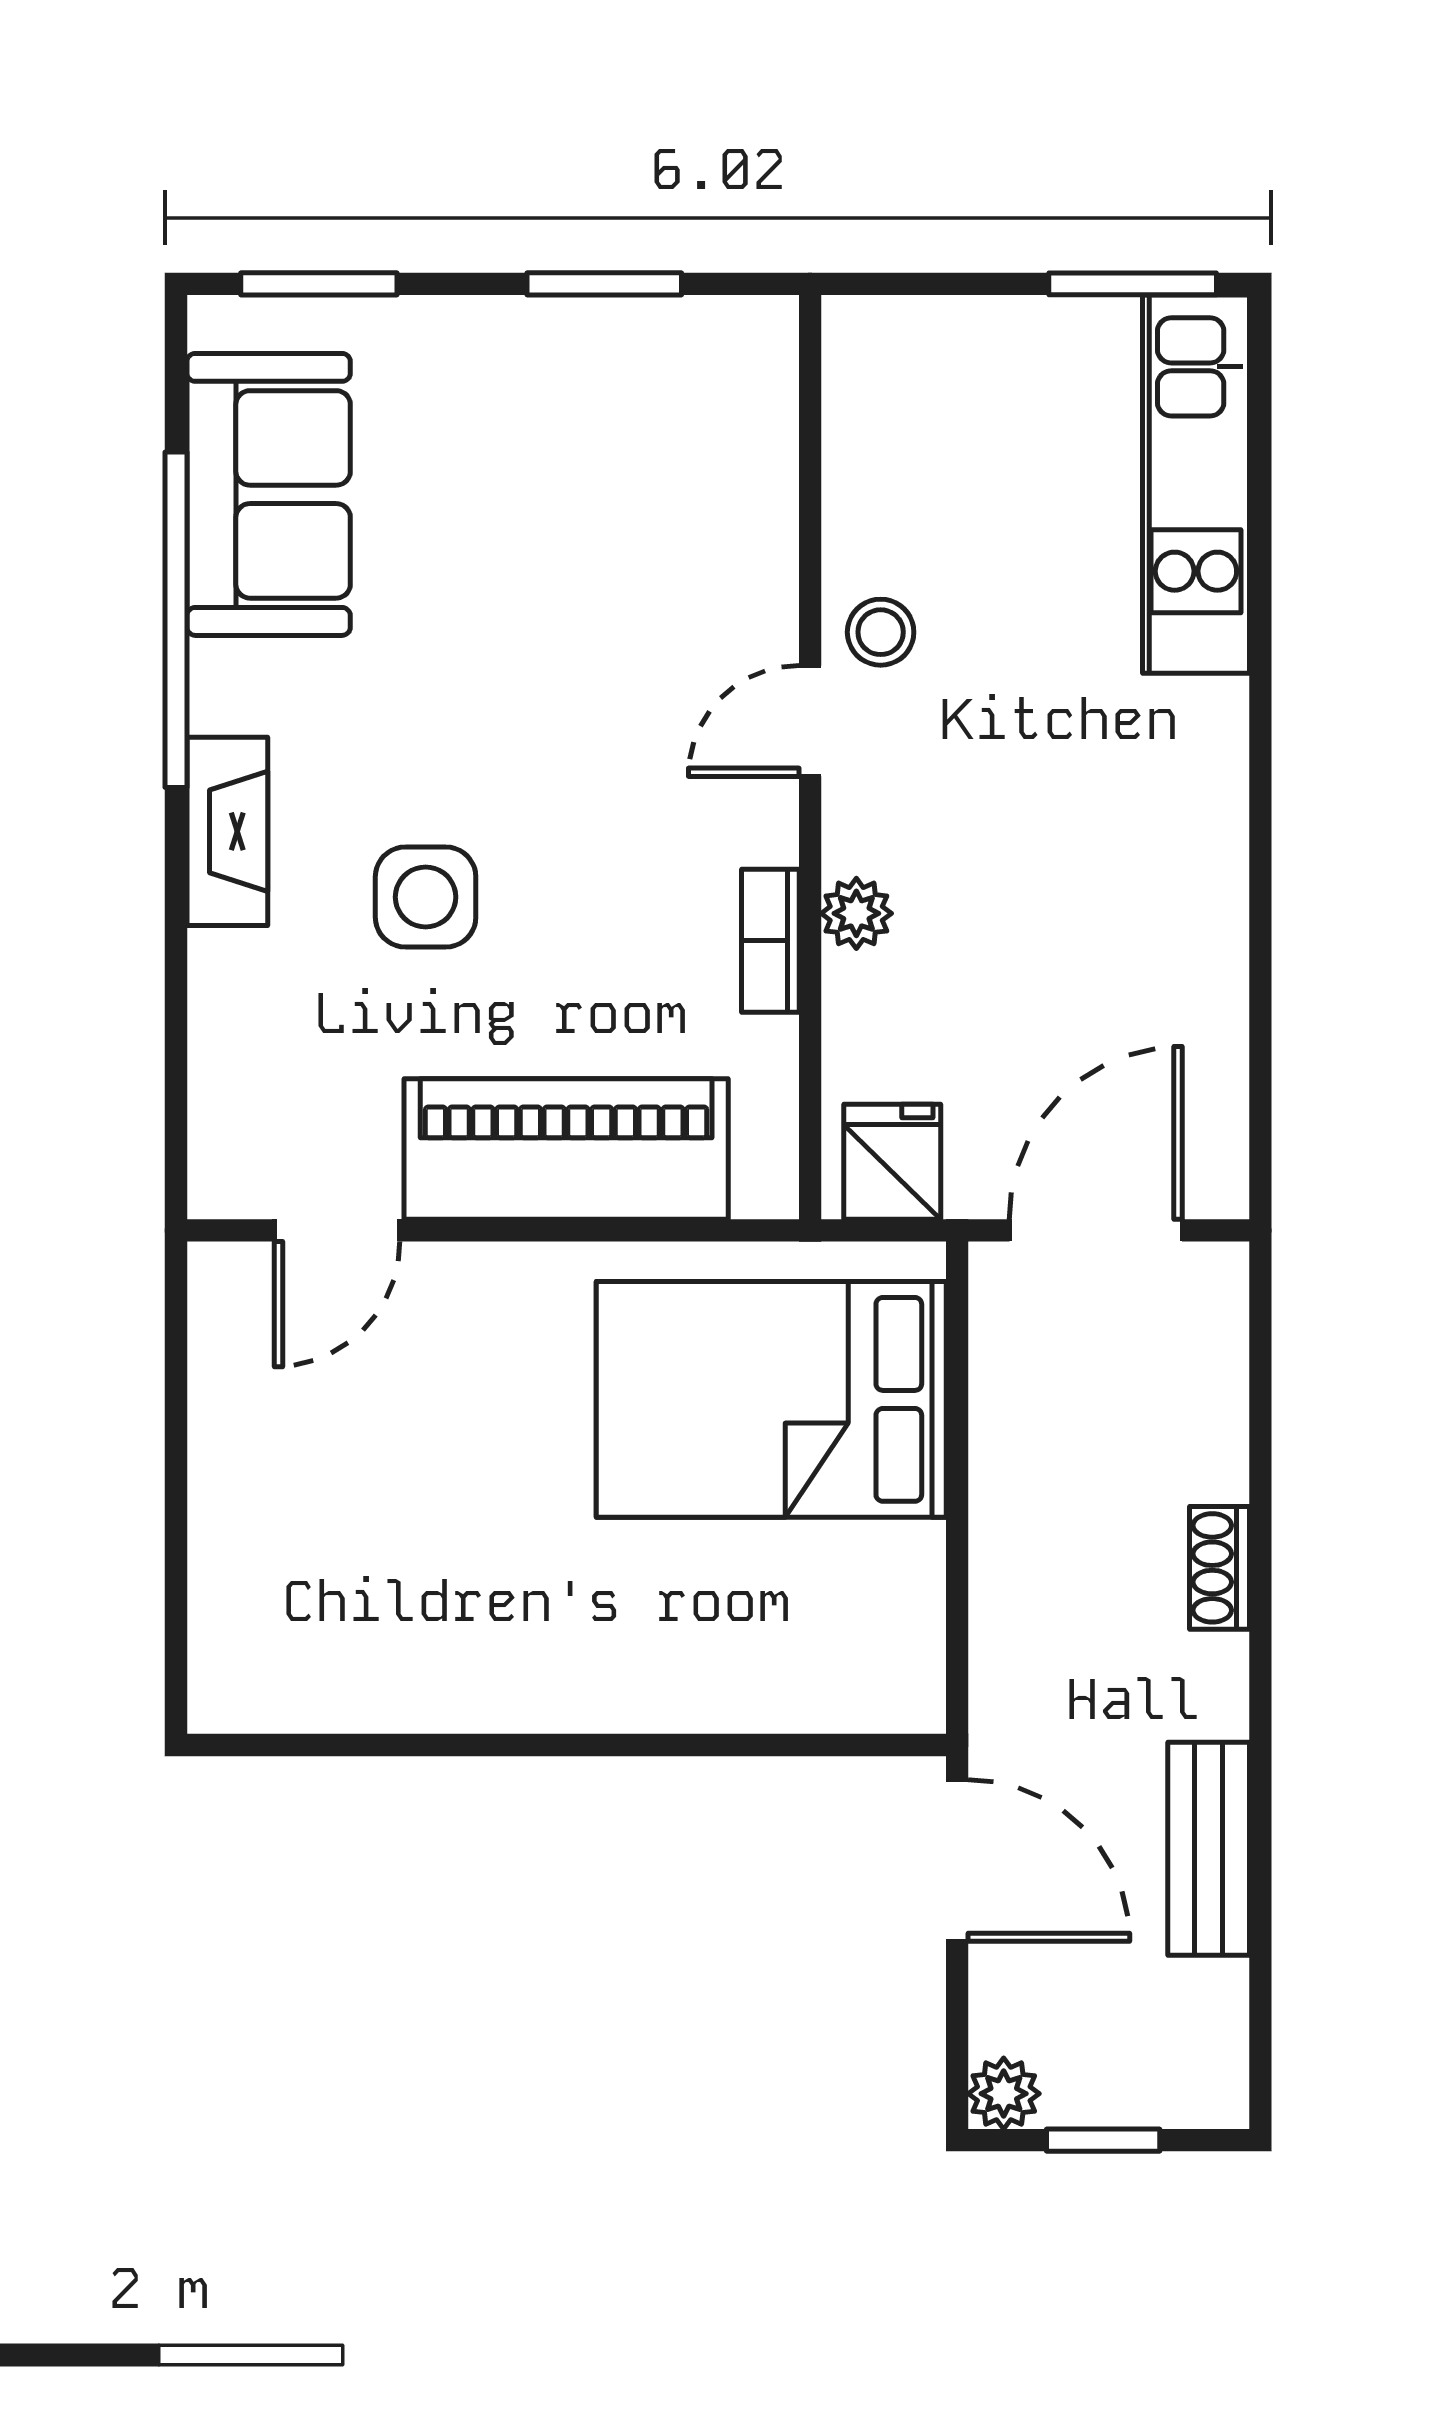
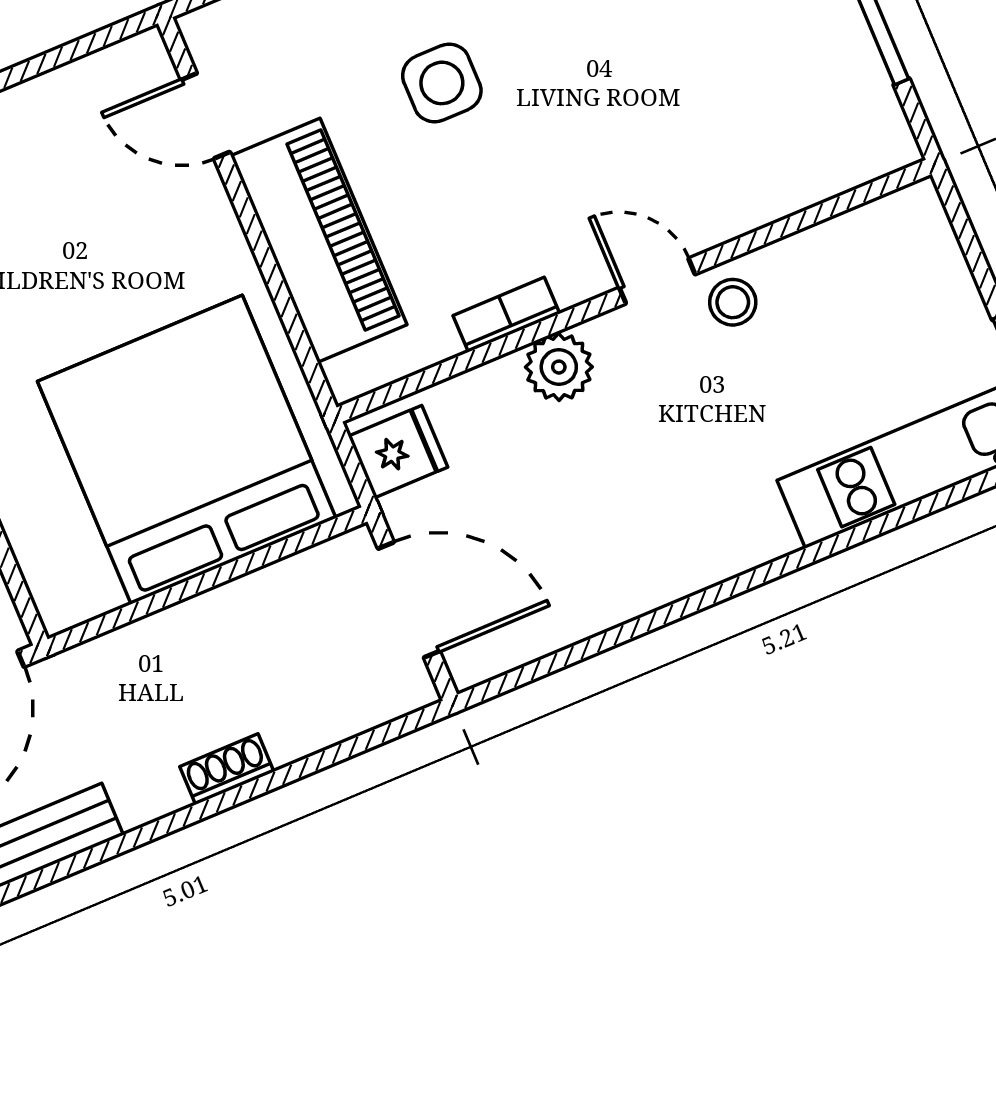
plant: (856, 913) -> (559, 367), width x1.38, depth x1.38
bed: (771, 1399) -> (187, 450), width x1.36

